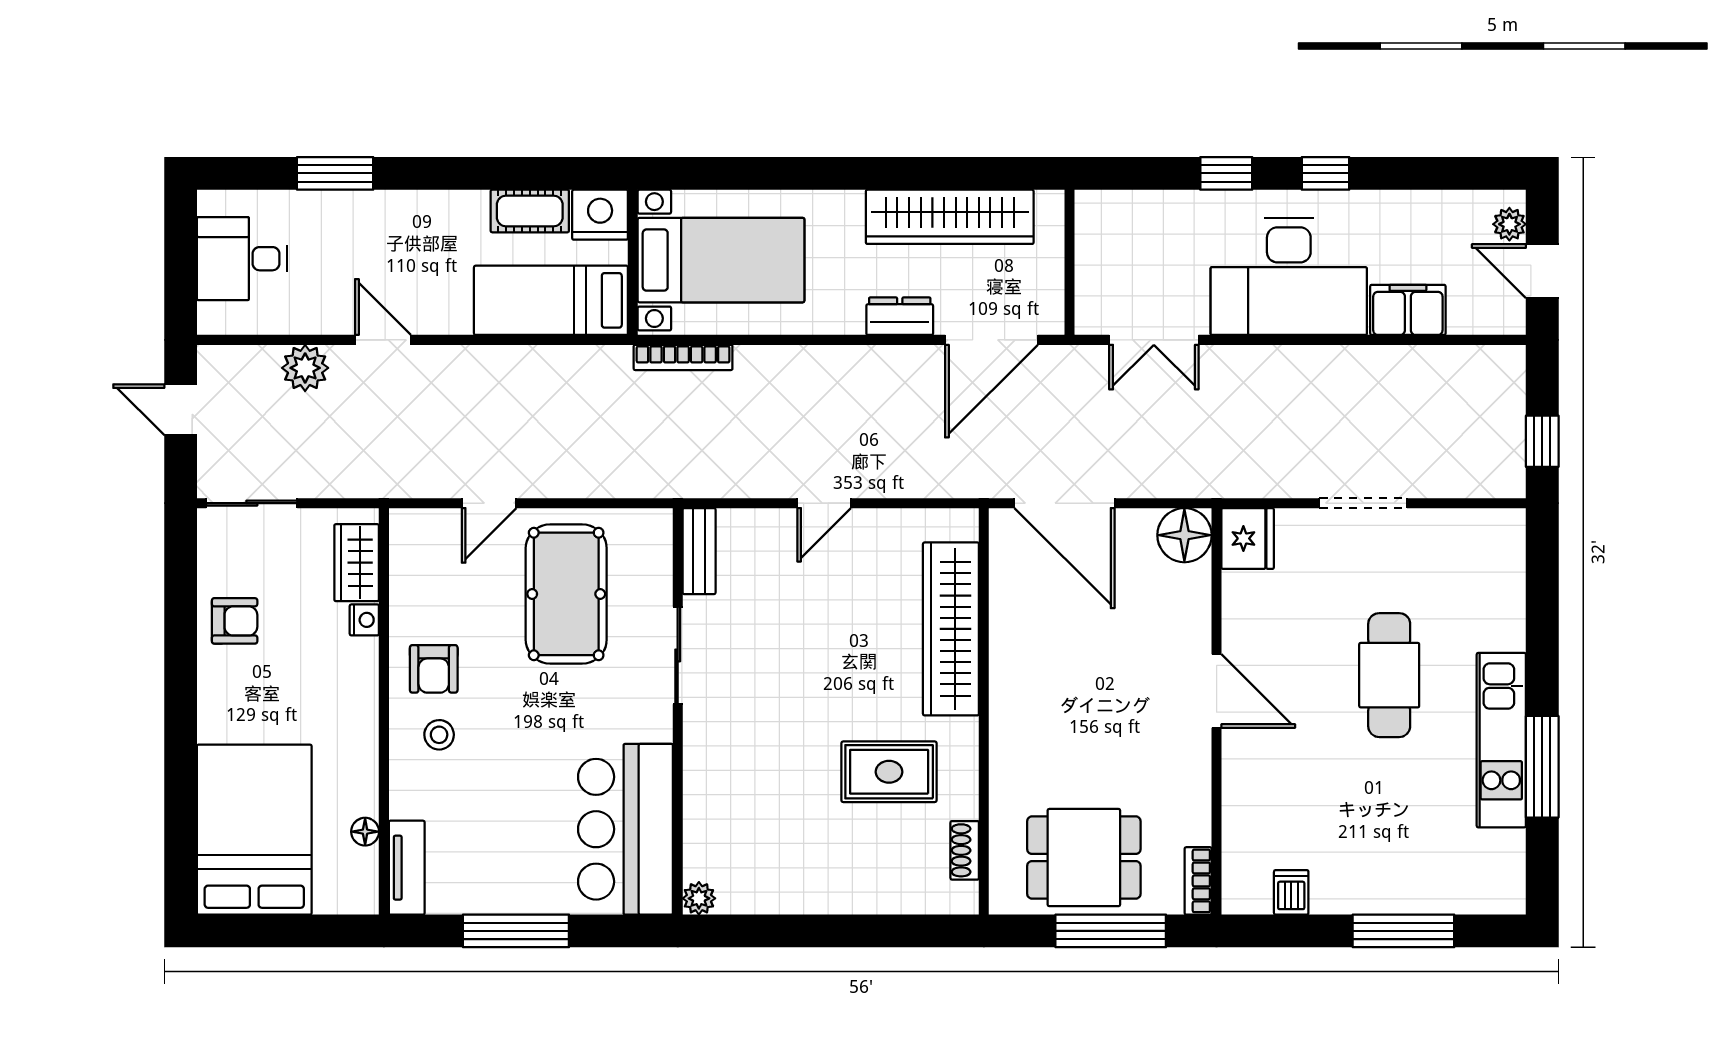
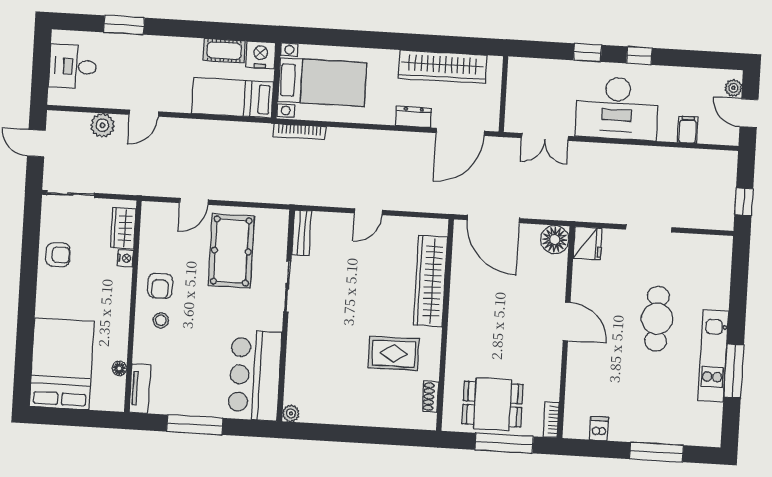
filing cabinet: (1408, 310) -> (688, 130), width x0.50
door: (383, 340) -> (144, 113), swing flipped

